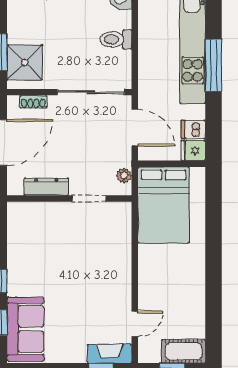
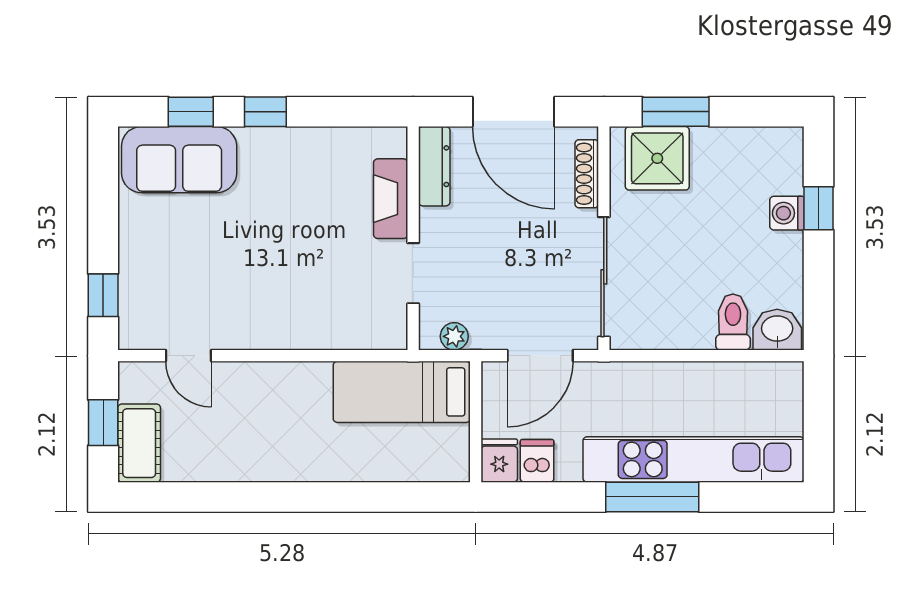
toilet: (116, 39) -> (733, 322), moved
shoe rack: (33, 102) -> (587, 174), width x1.43
dresser: (46, 187) -> (434, 166), moved
bed: (164, 205) -> (402, 392), width x0.67
fireplace: (109, 354) -> (391, 199), moved, turned 180

